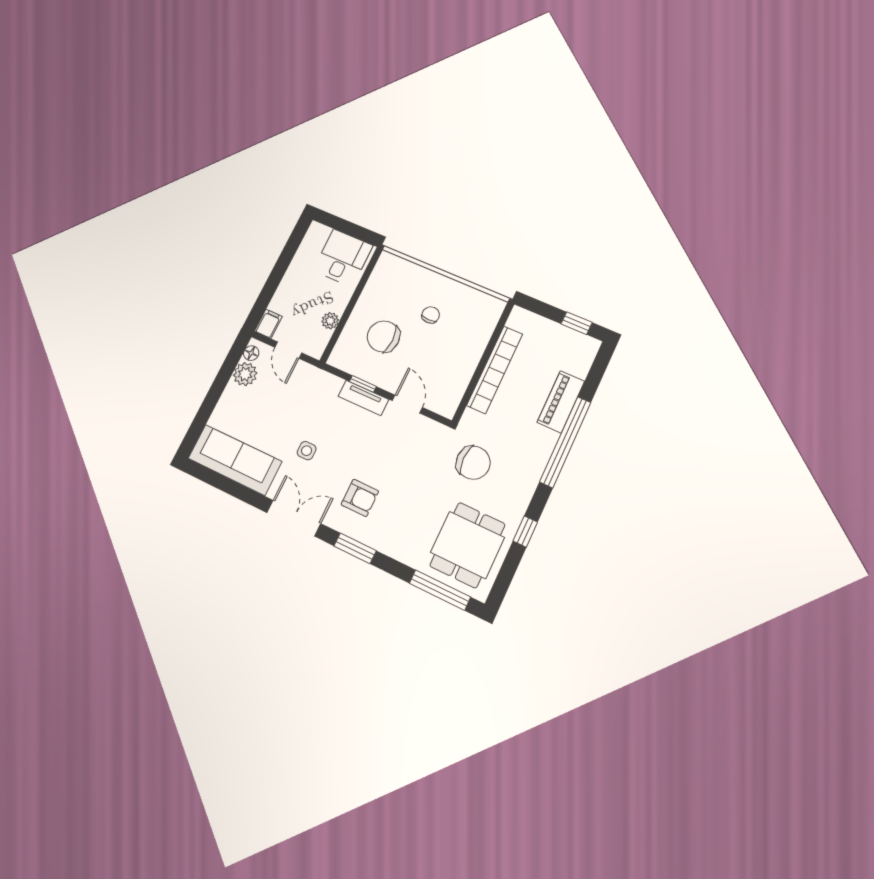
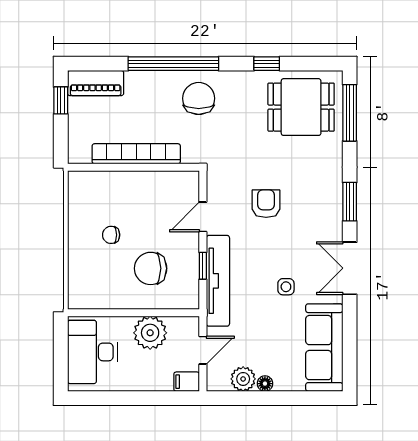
desk: (343, 258) -> (92, 352), width x1.37
plant: (330, 321) -> (150, 333), width x1.88, depth x1.88
chair: (383, 336) -> (151, 268), turned 90
floor lamp: (251, 353) -> (265, 384), moved
tv unit: (363, 398) -> (218, 281), width x1.92, depth x1.29
piano: (561, 402) -> (96, 83), moved
chair: (473, 463) -> (199, 98), moved
armchair: (360, 498) -> (266, 204), moved

